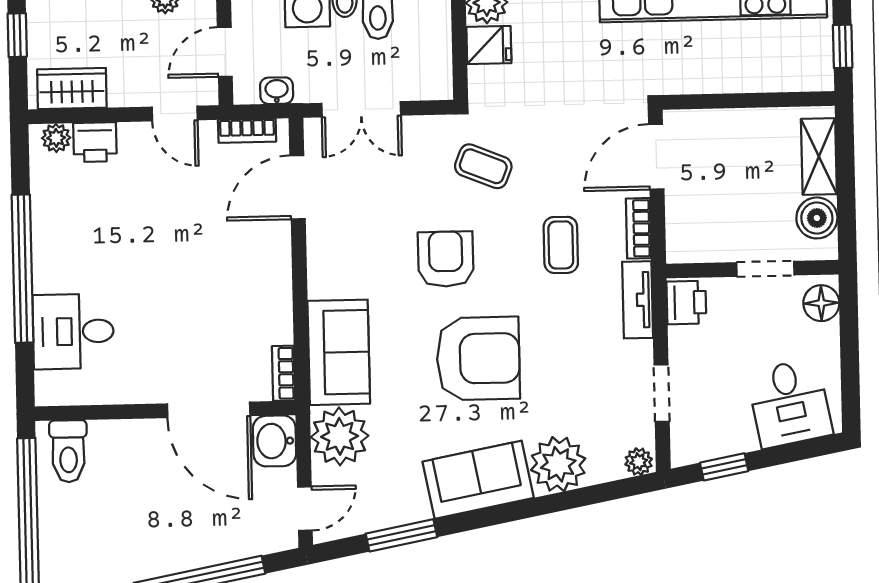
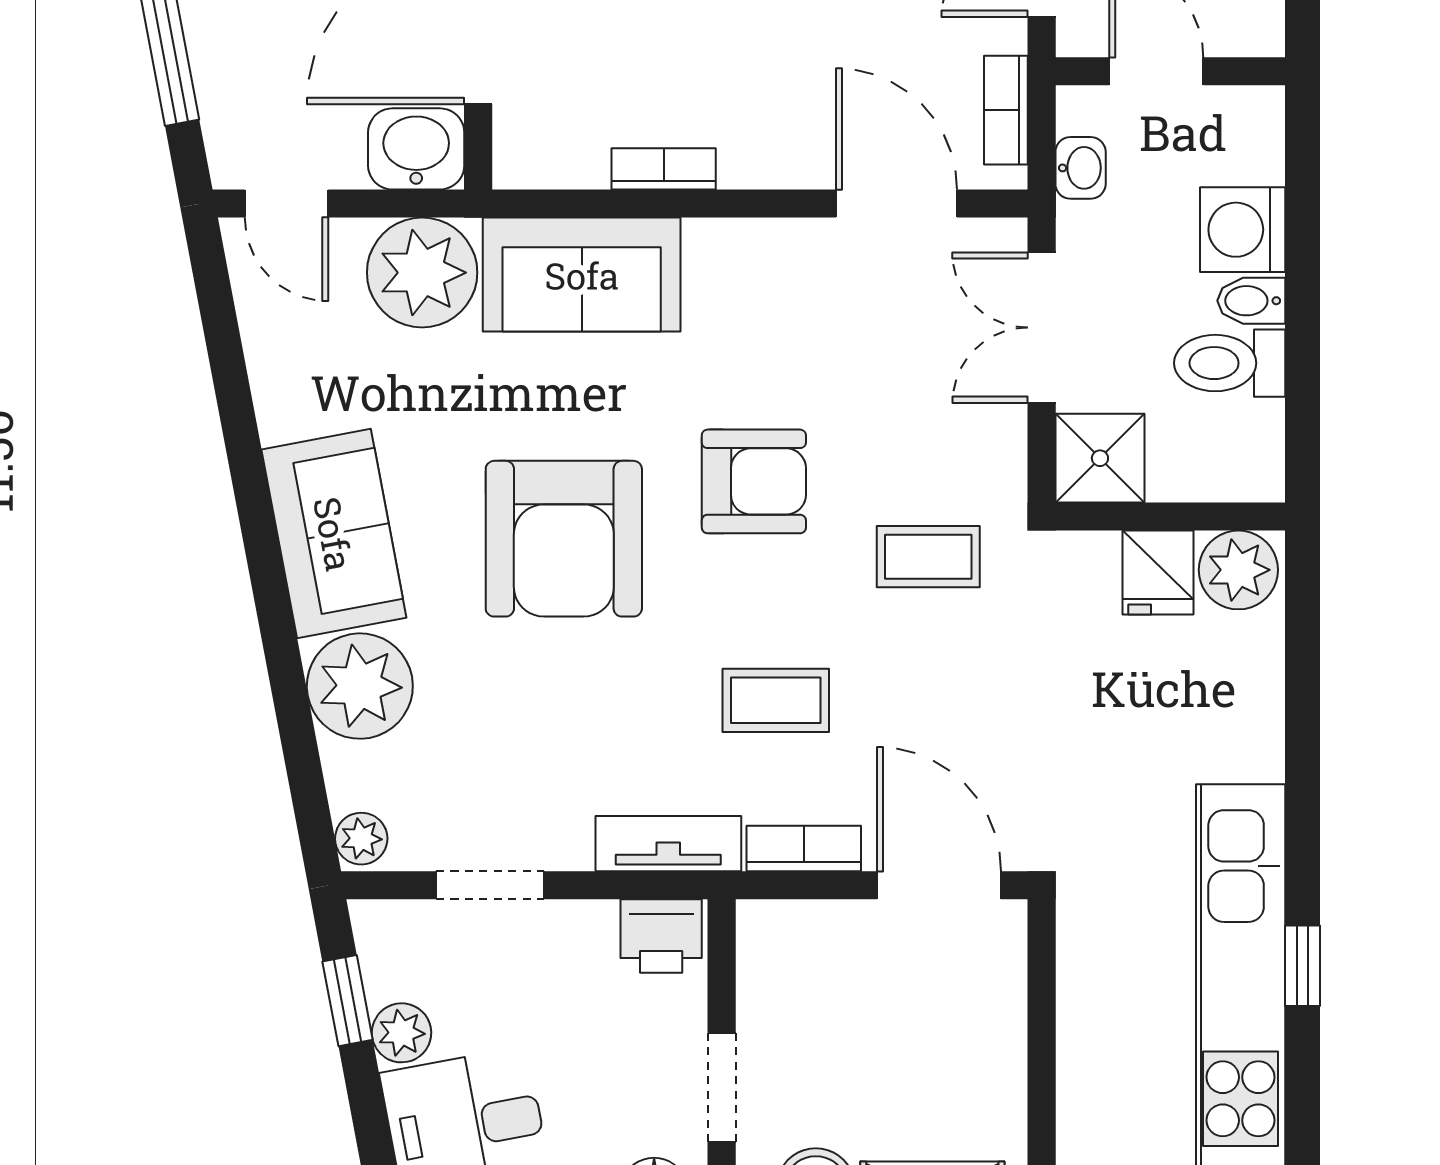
shower: (429, 77) -> (1100, 458), added
coffee table: (483, 166) -> (928, 557), turned 68
bookcase: (283, 373) -> (664, 169), moved
plant: (740, 438) -> (402, 1033), added
window: (401, 535) -> (232, 386), removed

